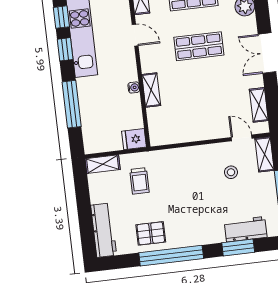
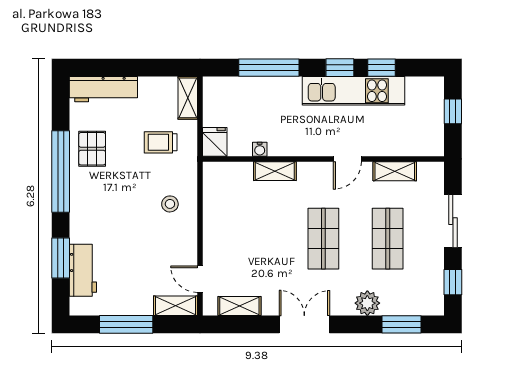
water cooler: (134, 87) -> (260, 149), moved
door: (242, 138) -> (200, 279), swing flipped
stool: (231, 172) -> (170, 204), moved

